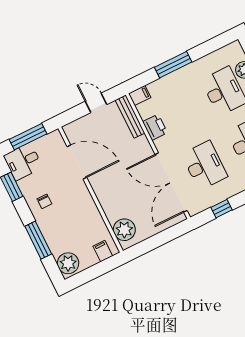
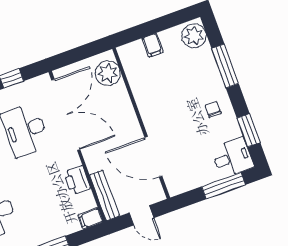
door: (77, 162) -> (153, 157), moved
wall: (91, 190) -> (141, 123), moved
plant: (124, 230) -> (108, 73), moved

